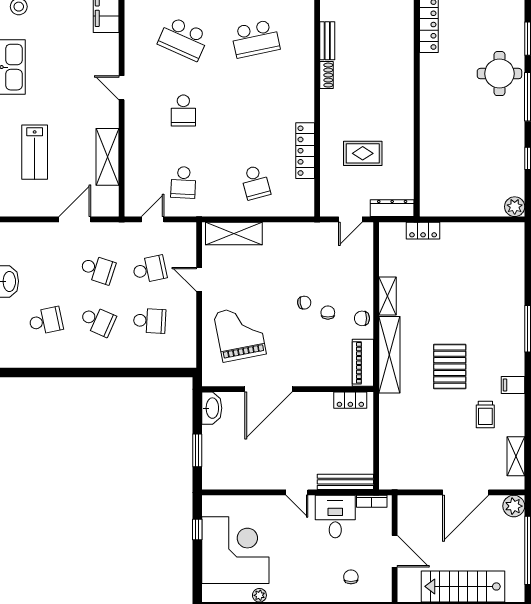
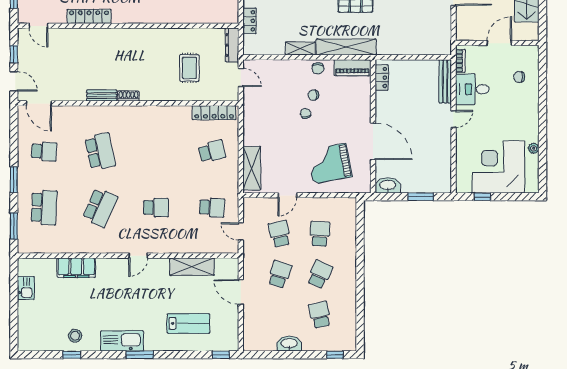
locker: (305, 151) -> (214, 113), moved

